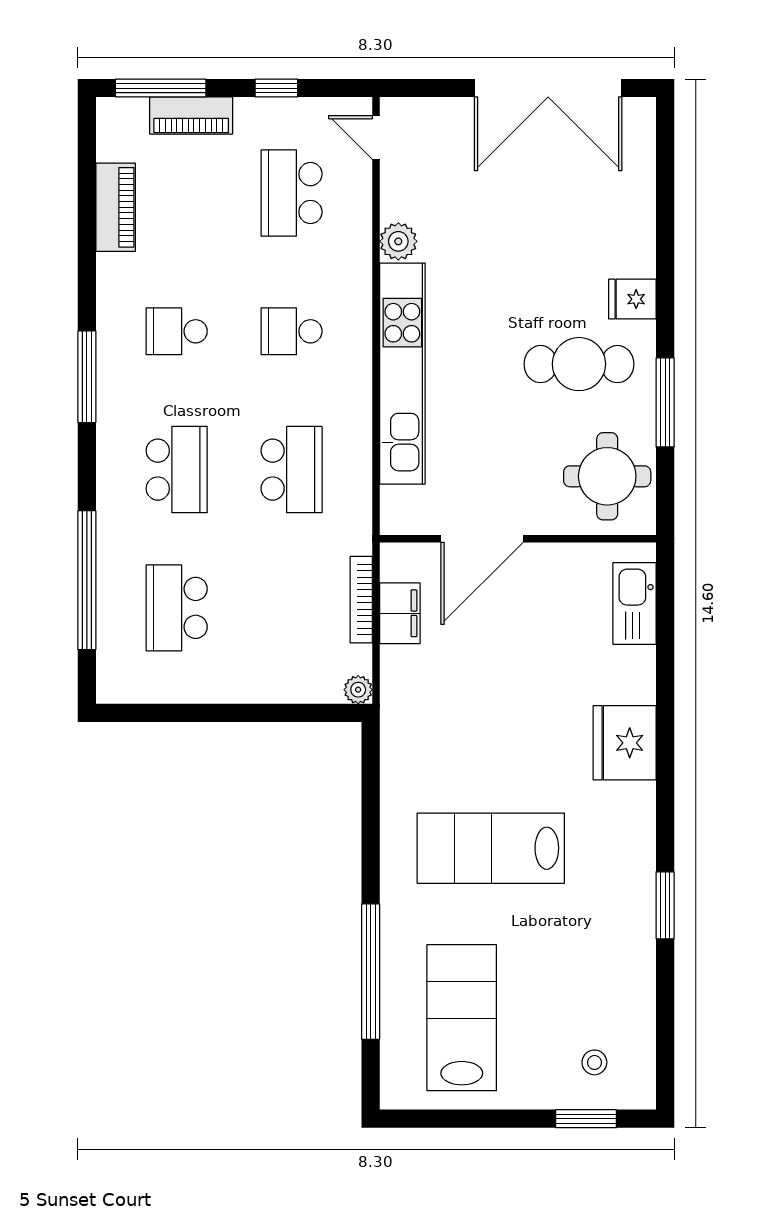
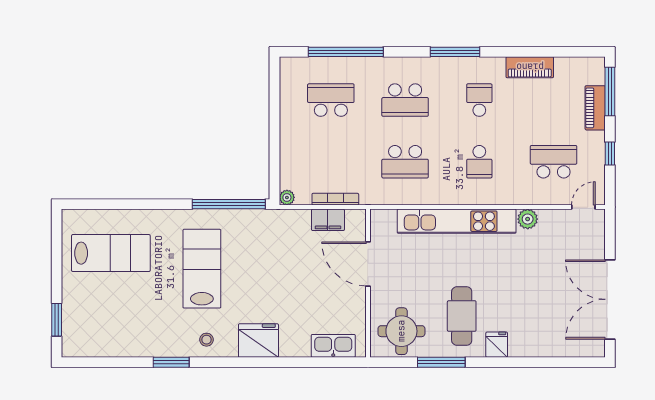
piano: (116, 207) -> (530, 67), moved
school desk: (292, 331) -> (479, 162), turned 180
window: (371, 972) -> (229, 204), moved
stool: (594, 1062) -> (206, 340), moved

